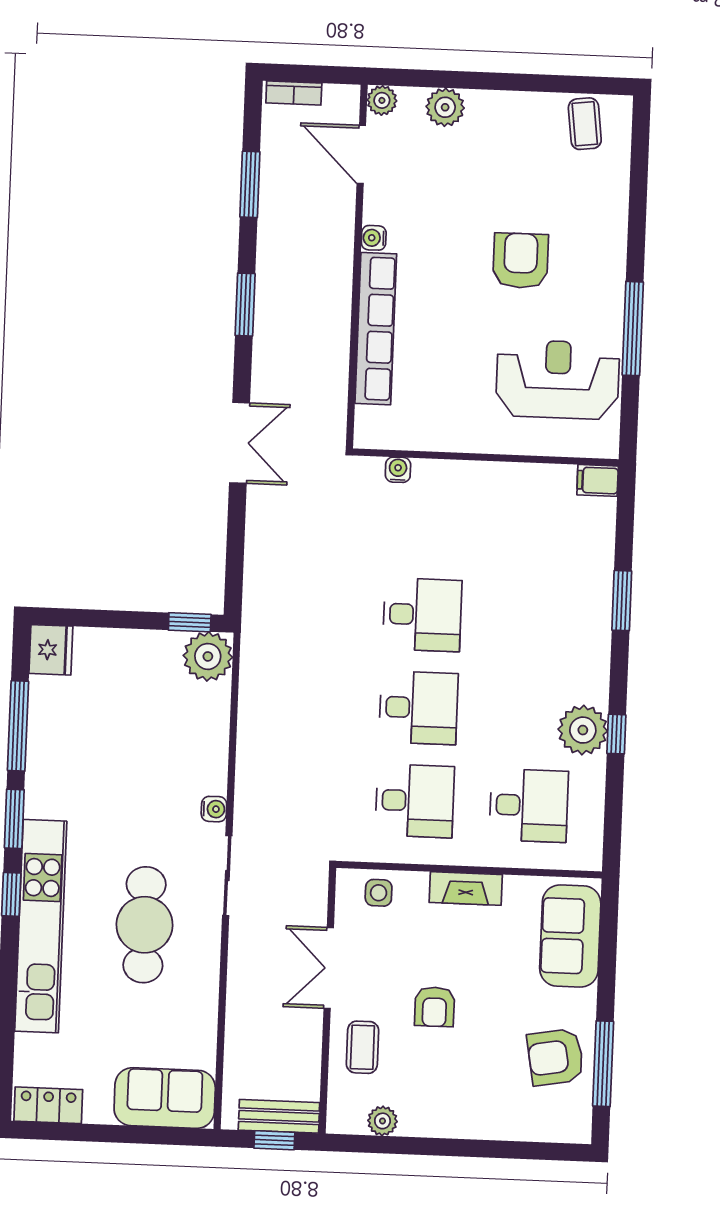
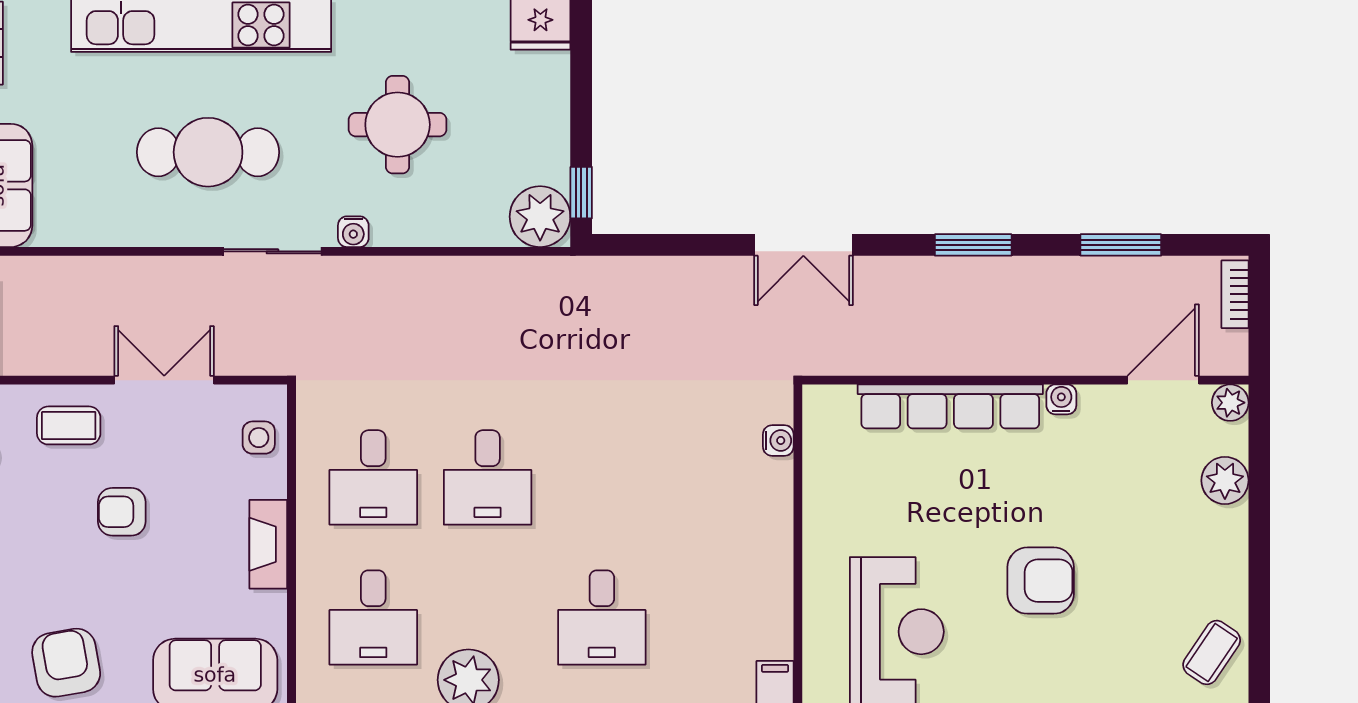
coffee table: (585, 124) -> (1212, 652), turned -49
desk: (422, 615) -> (602, 617), moved
round table: (128, 770) -> (398, 125), added

